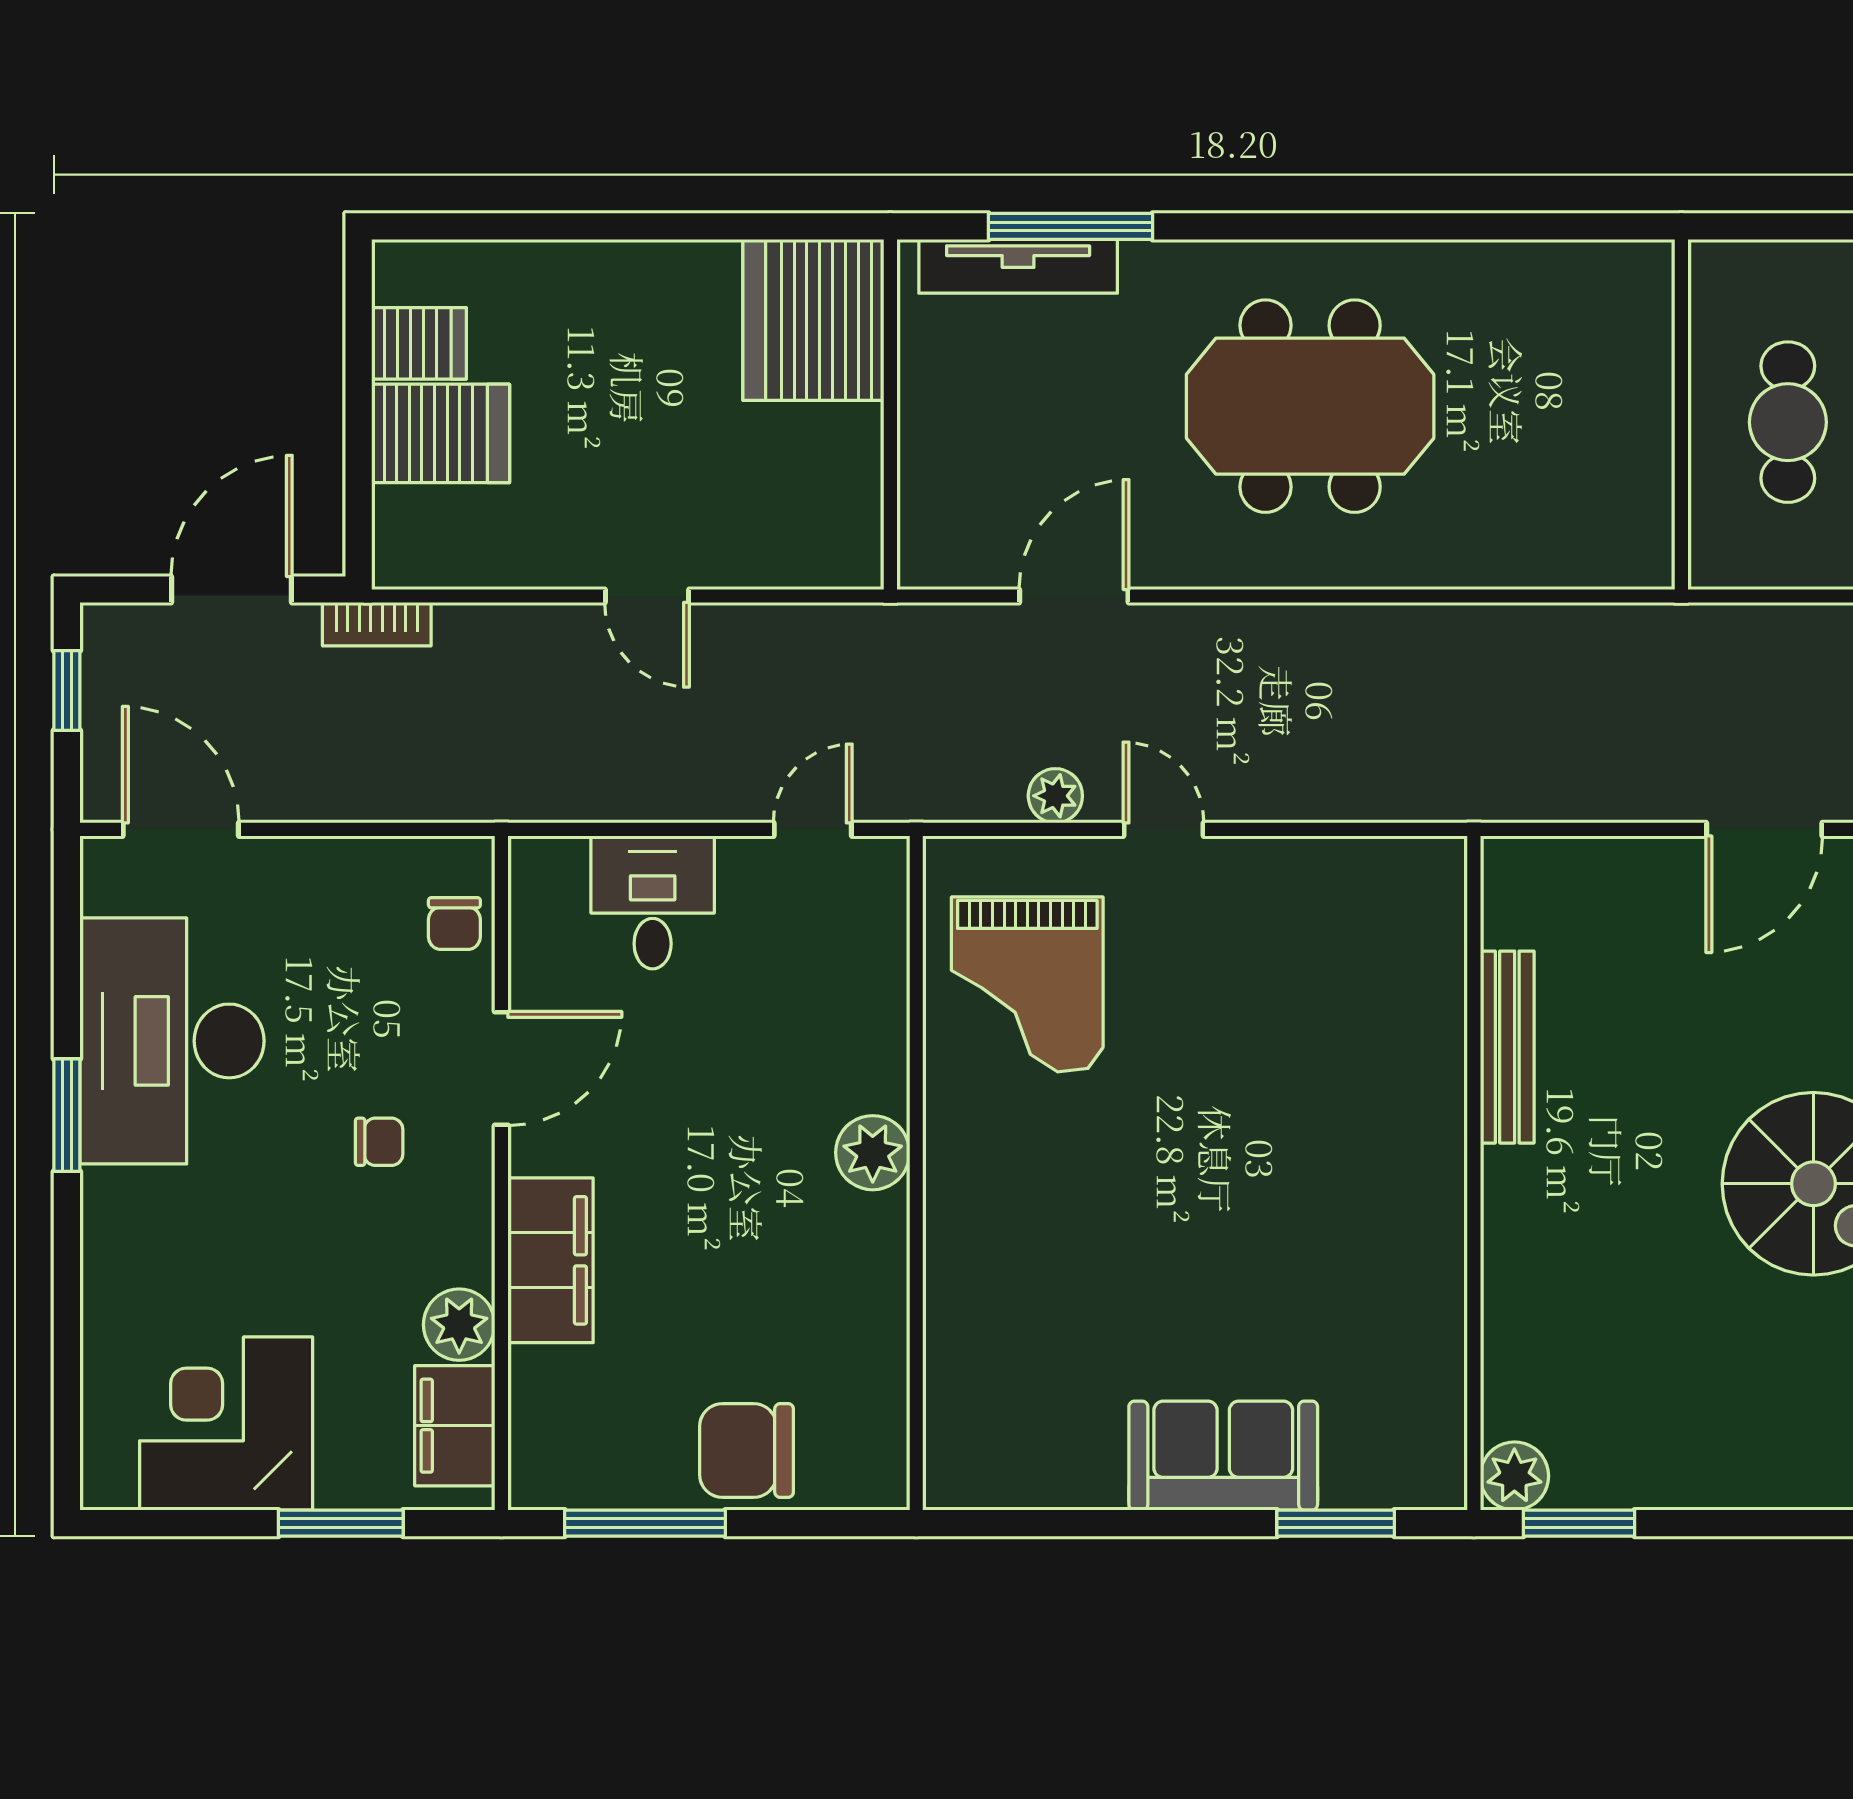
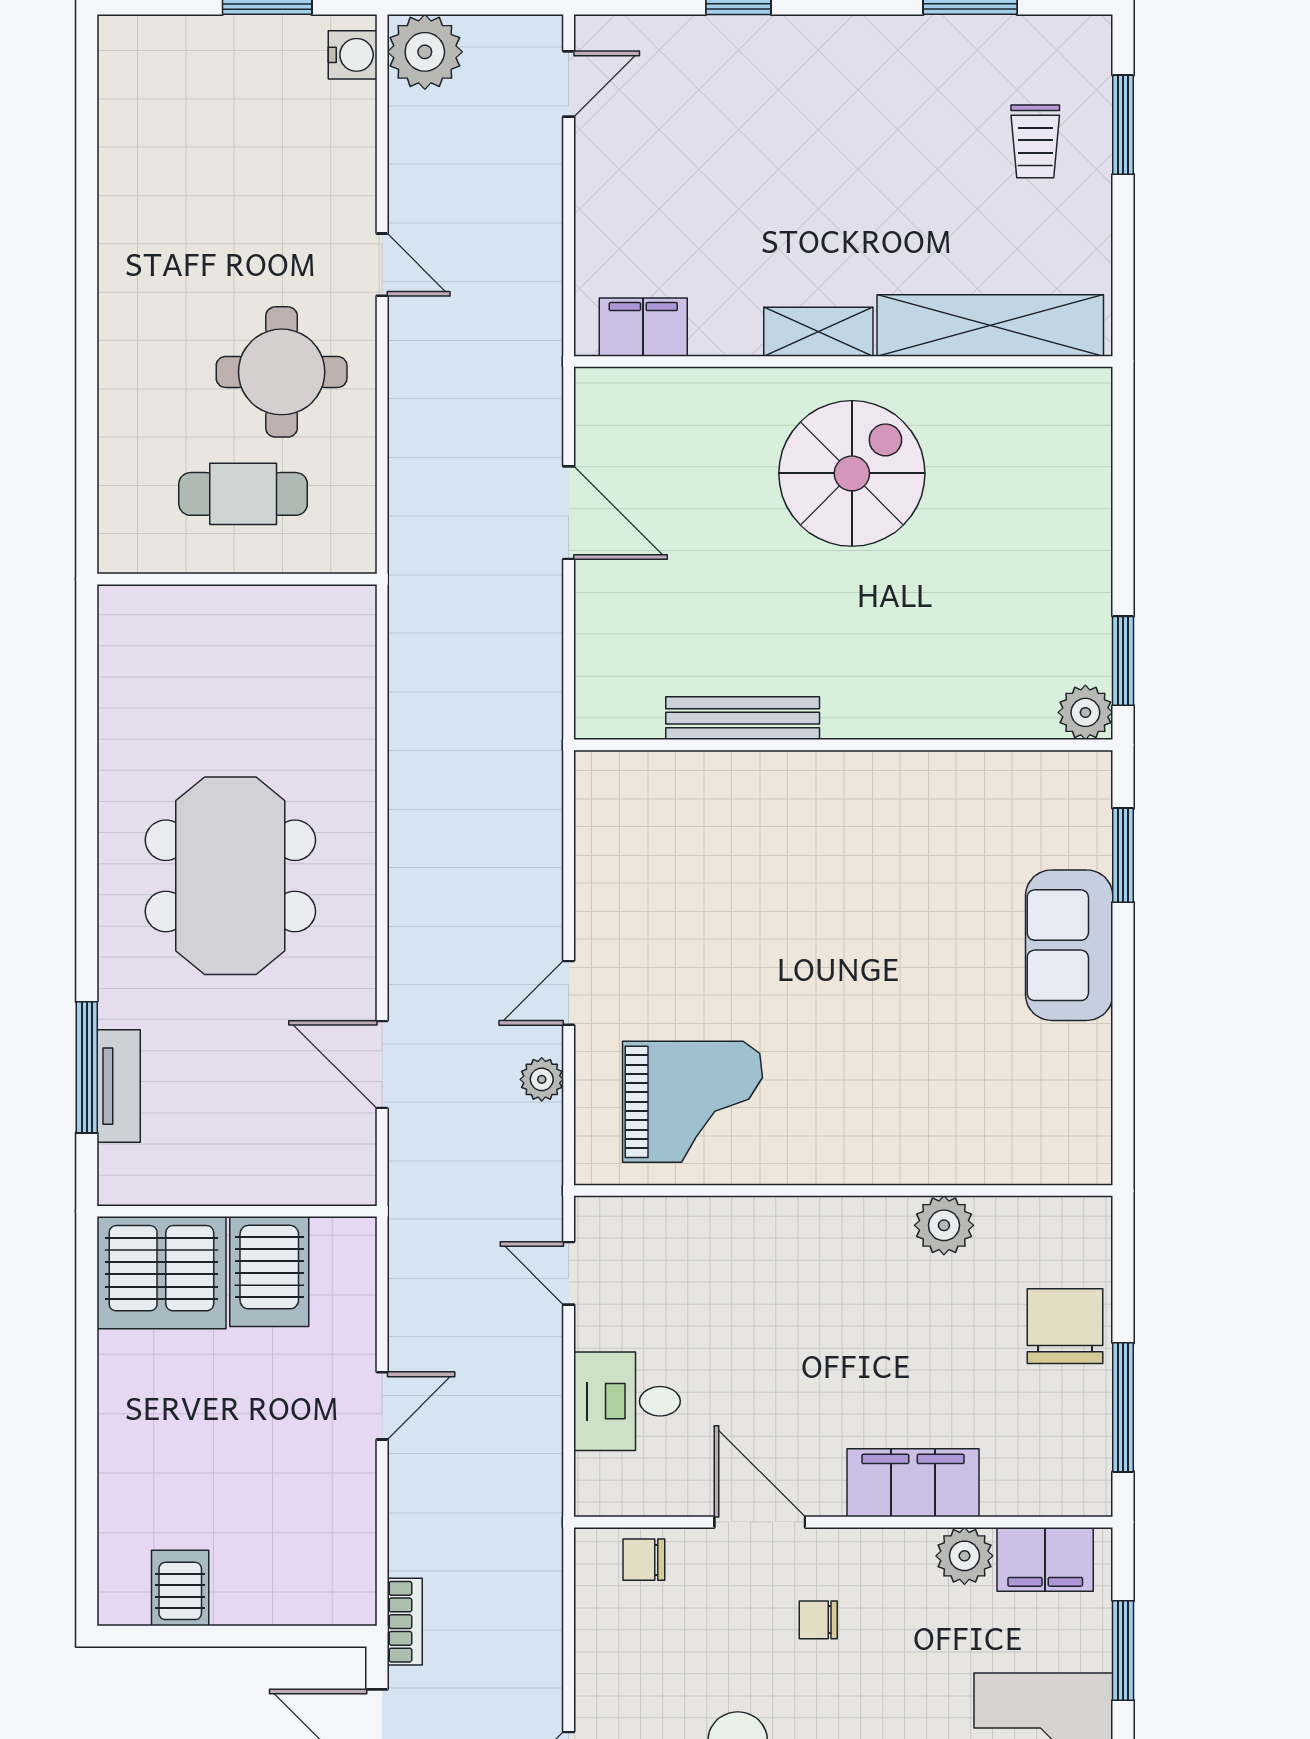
tv unit: (1018, 266) -> (119, 1086), width x0.71
server rack: (441, 433) -> (269, 1272), moved, turned 180
chair: (454, 924) -> (644, 1560), turned 180
chair: (379, 1142) -> (818, 1620), turned -90
plant: (873, 1153) -> (944, 1225), moved
chair: (747, 1451) -> (1065, 1326), turned 180

